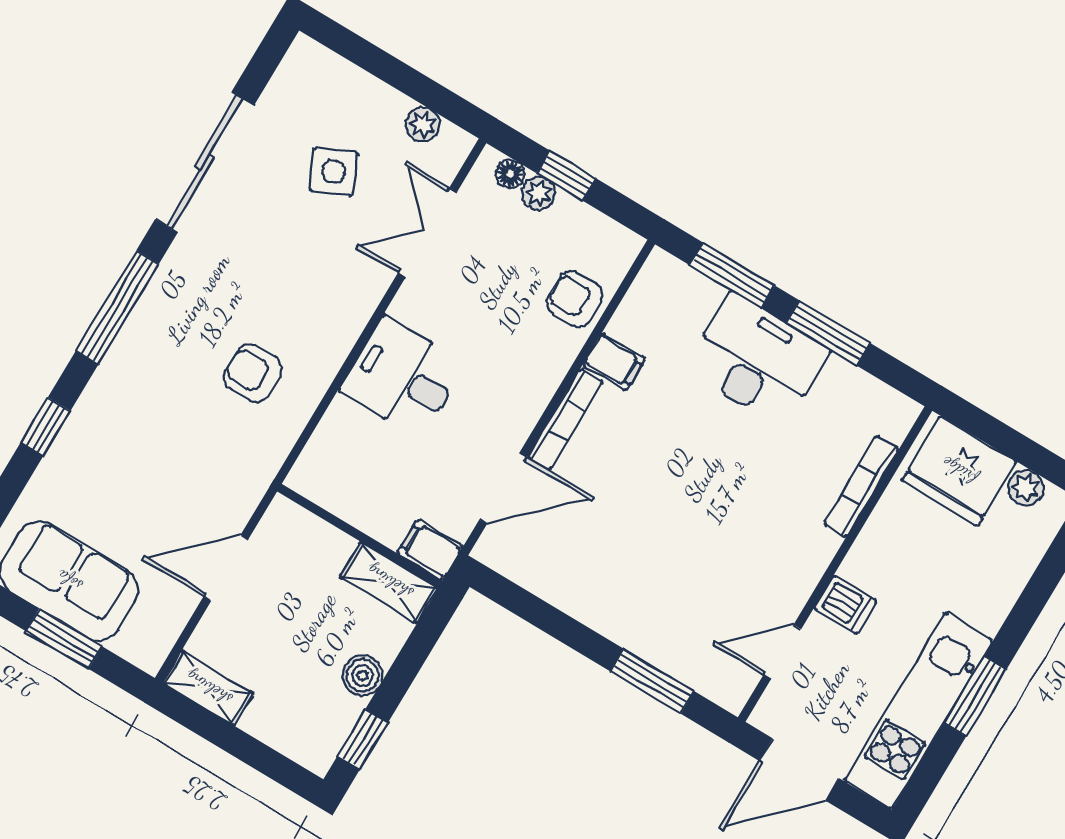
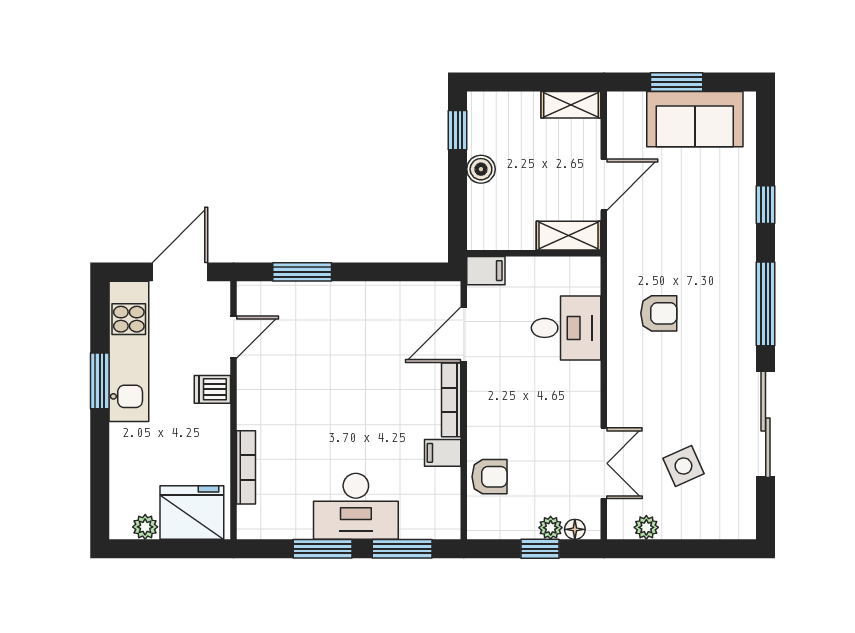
desk: (402, 377) -> (566, 328), moved
shelving: (389, 582) -> (568, 236), moved

